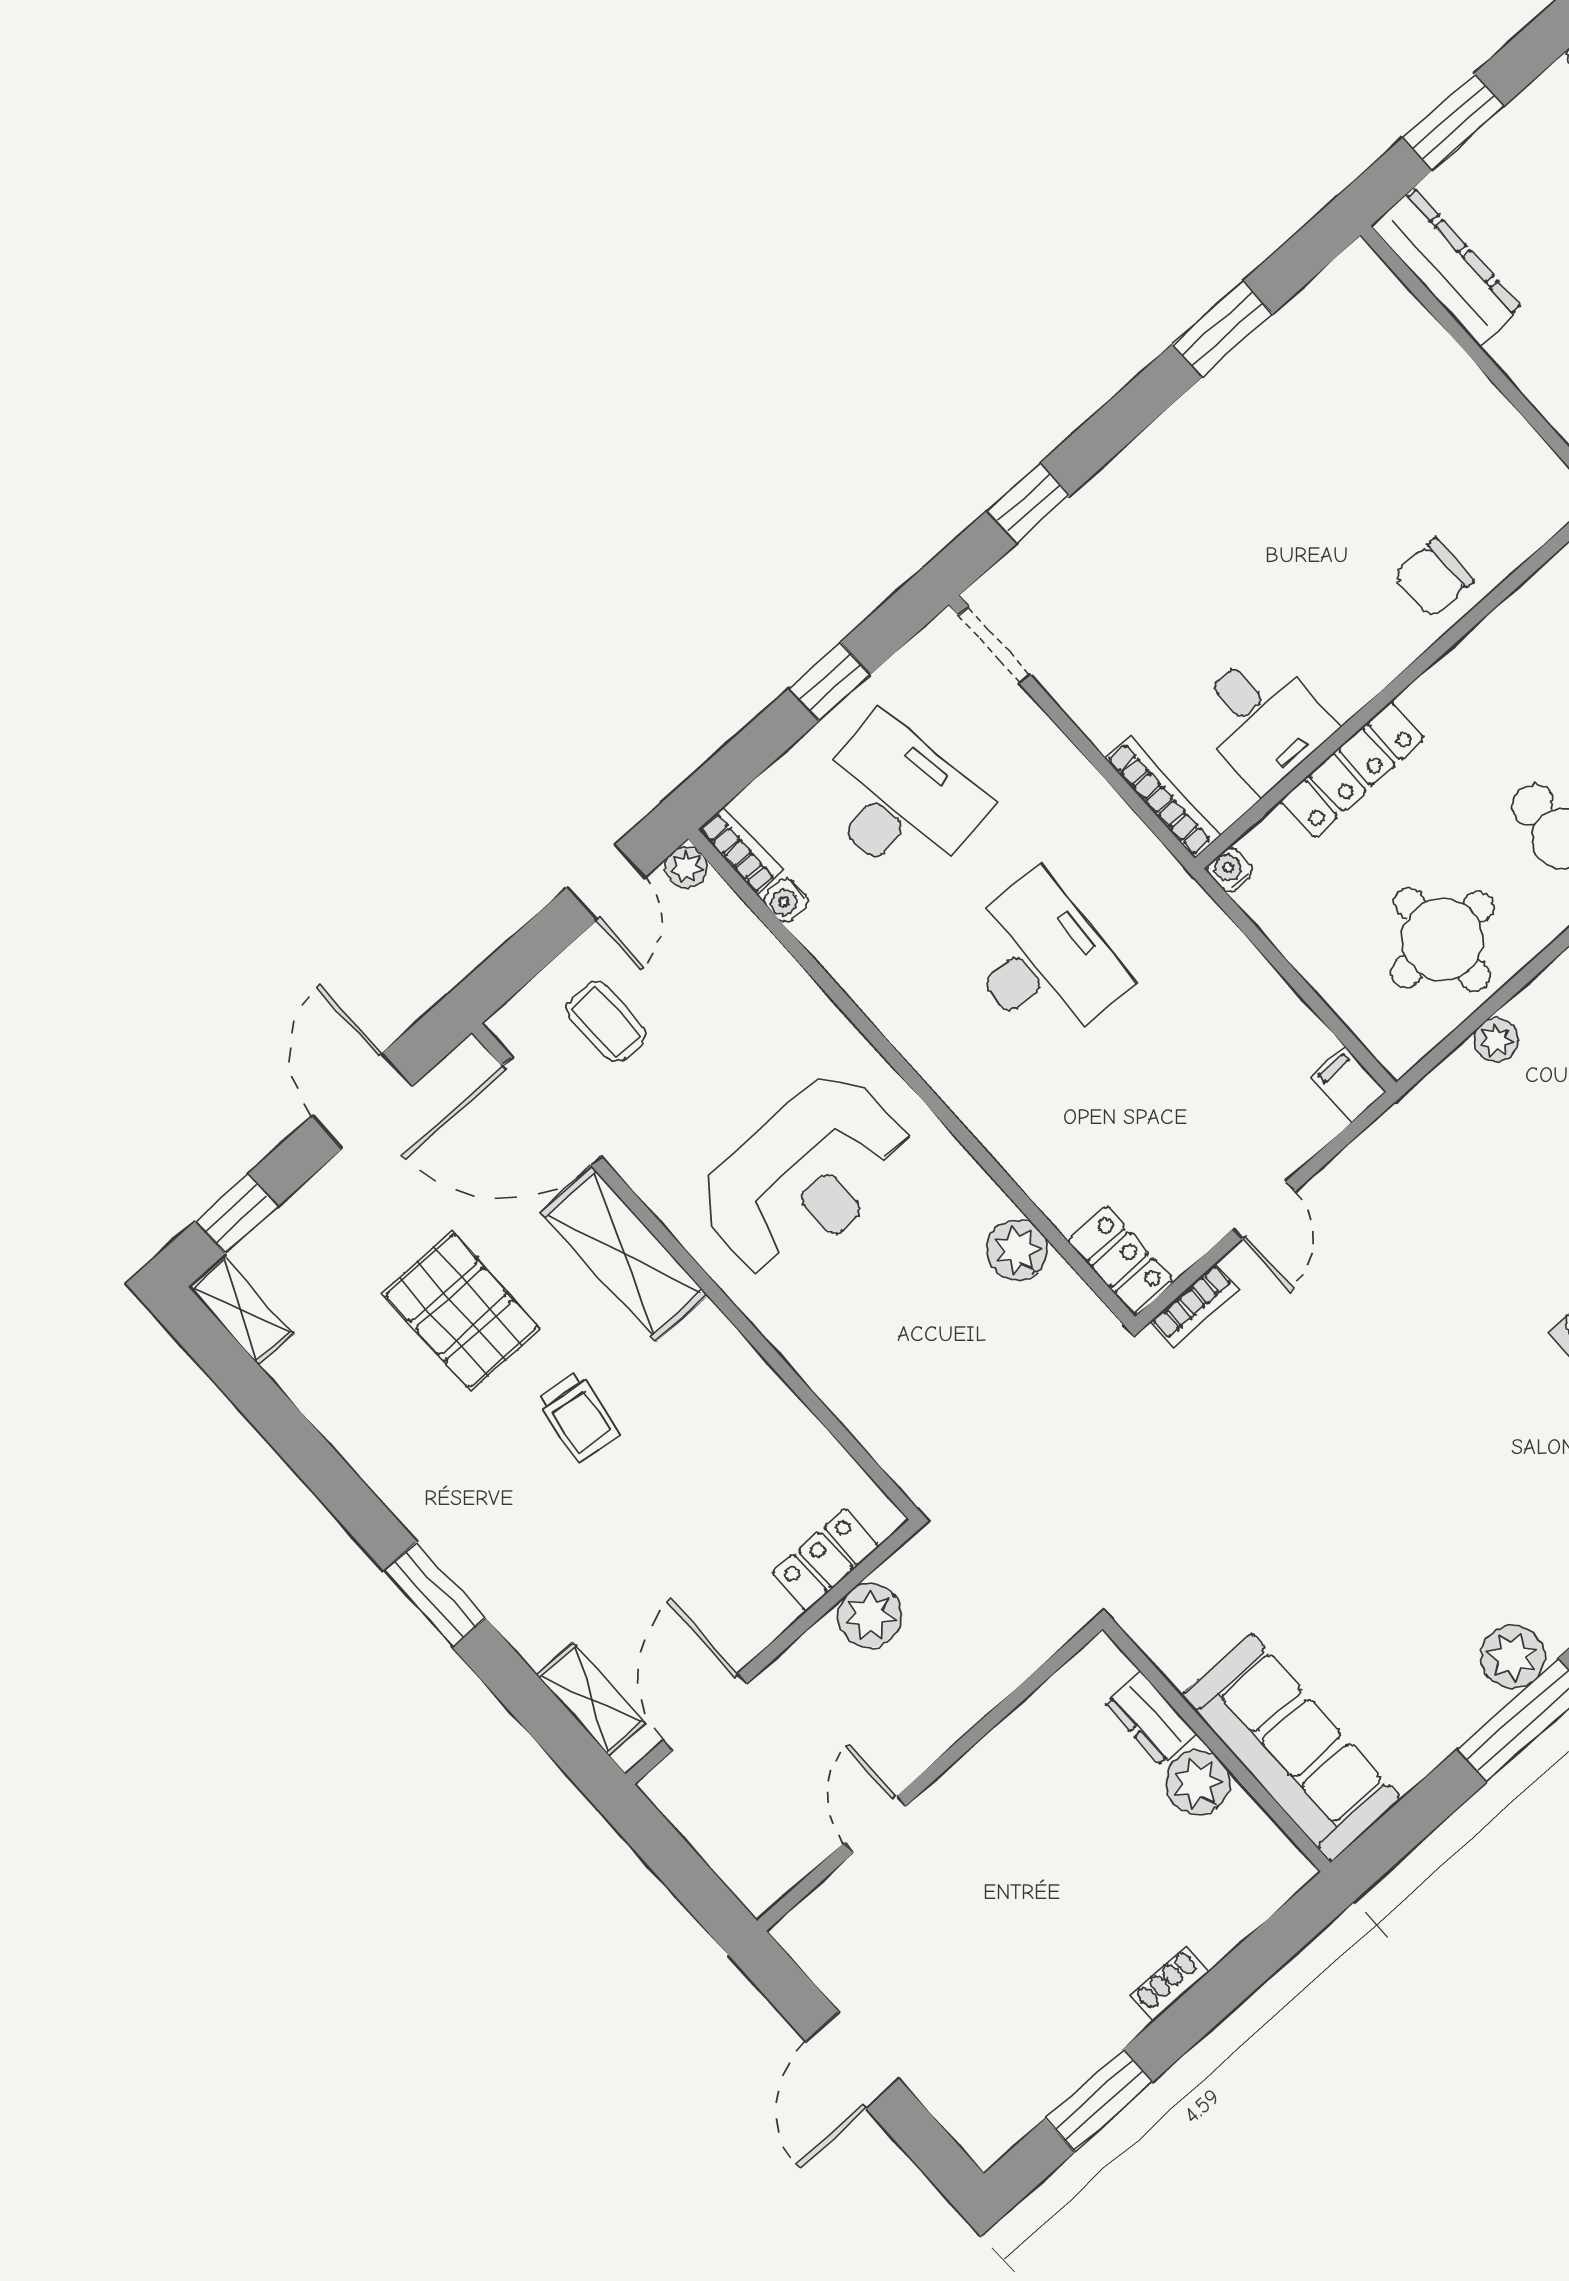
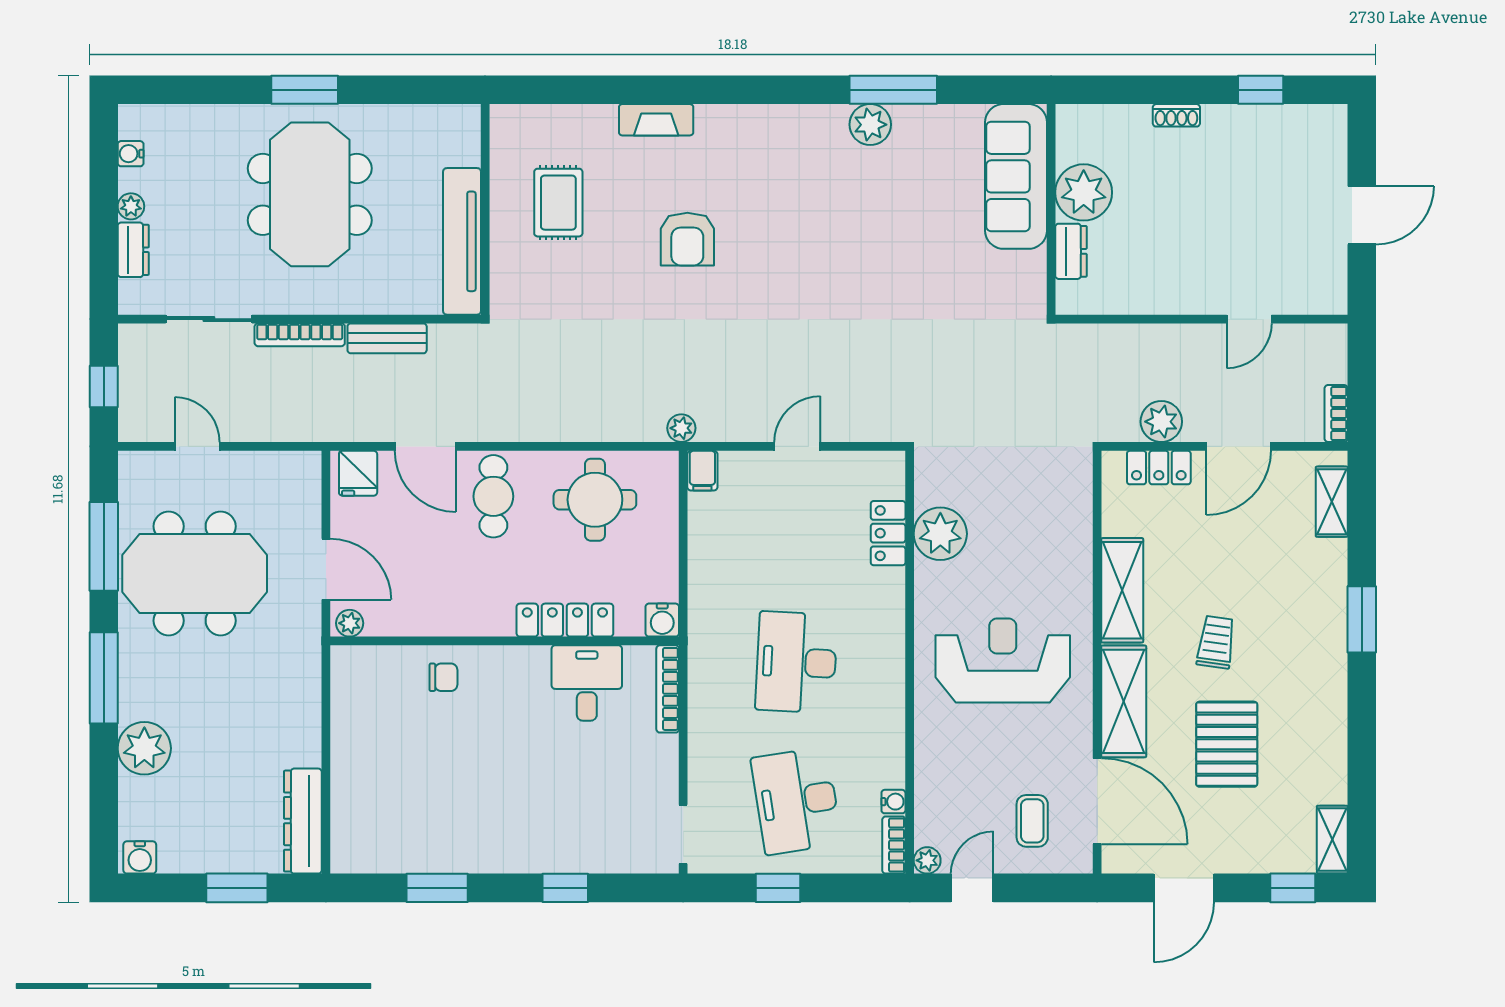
window: (1029, 503) -> (565, 888), moved
chair: (1433, 578) -> (443, 677), width x0.73, depth x0.73
water cooler: (1230, 870) -> (662, 620), width x1.38, depth x1.38
plant: (1496, 1040) -> (681, 428), moved
plant: (1017, 1250) -> (940, 534), width x1.36, depth x1.36
locker: (1120, 1260) -> (888, 533), moved
bookcase: (1195, 1305) -> (1336, 413), moved, turned -90
shelving: (741, 1380) -> (1122, 590), added
door: (705, 1712) -> (1239, 446), moved
plant: (1198, 1783) -> (1084, 192), width x1.36, depth x1.36
window: (1099, 2100) -> (1261, 90), width x0.67

